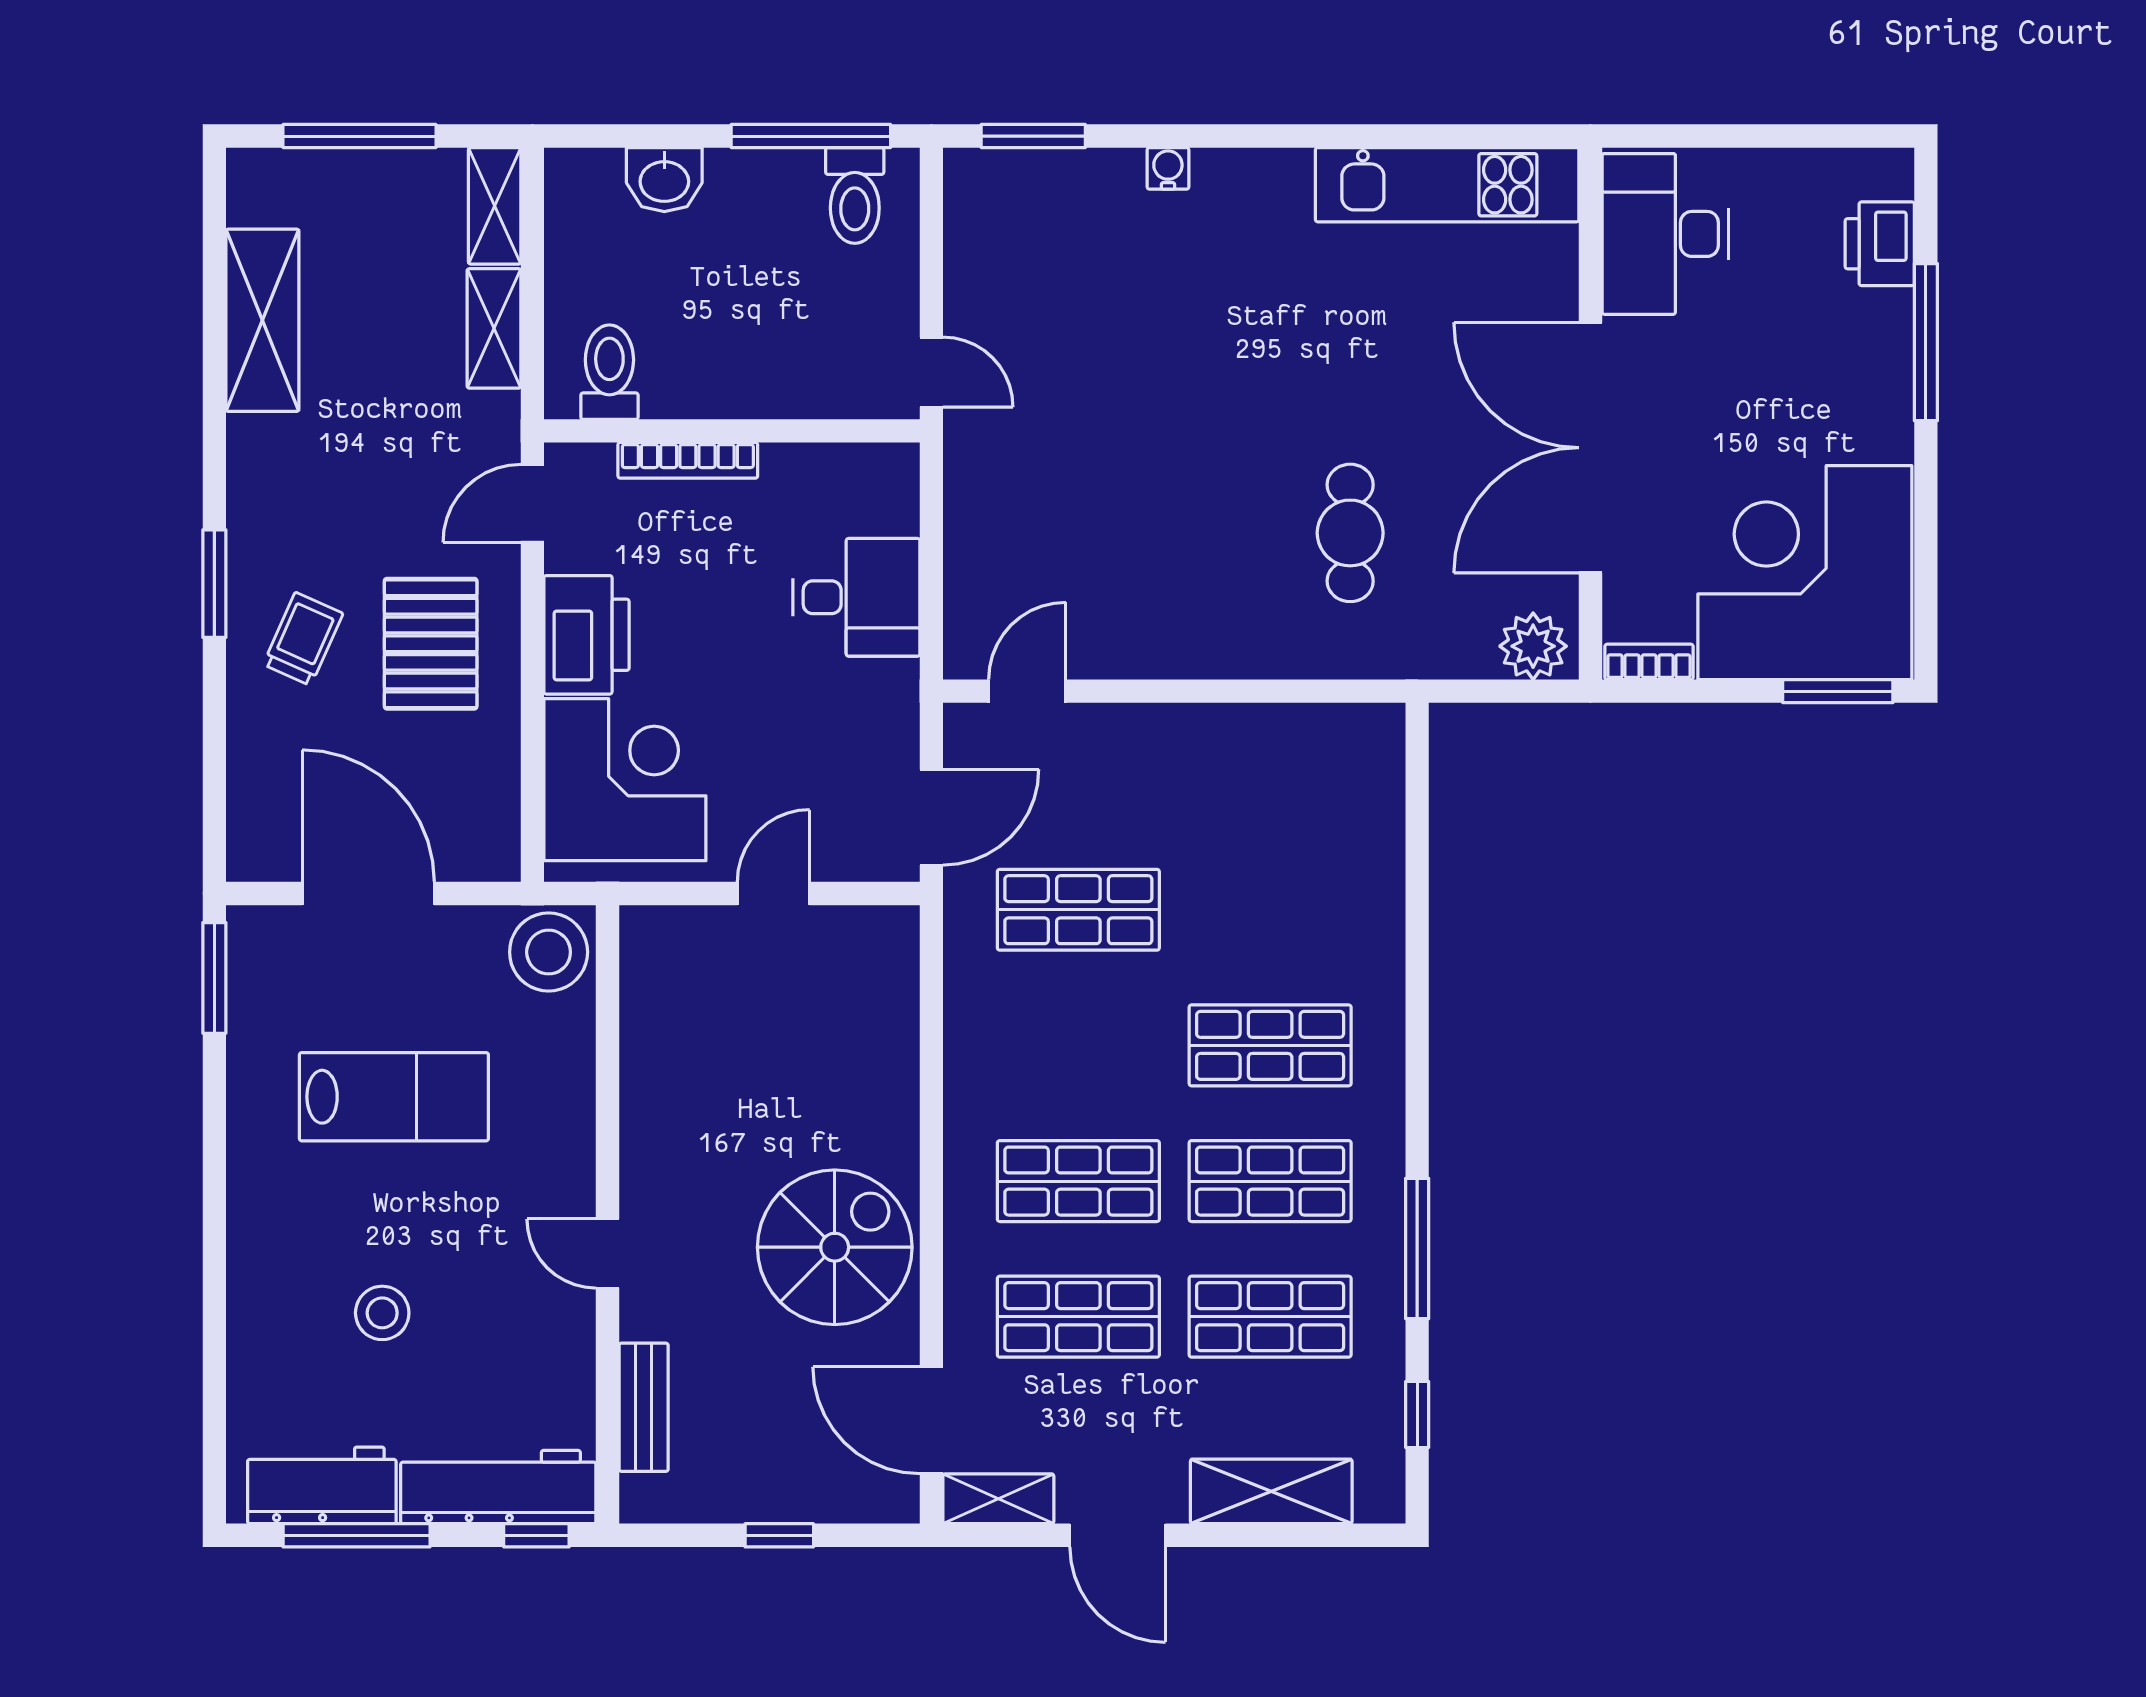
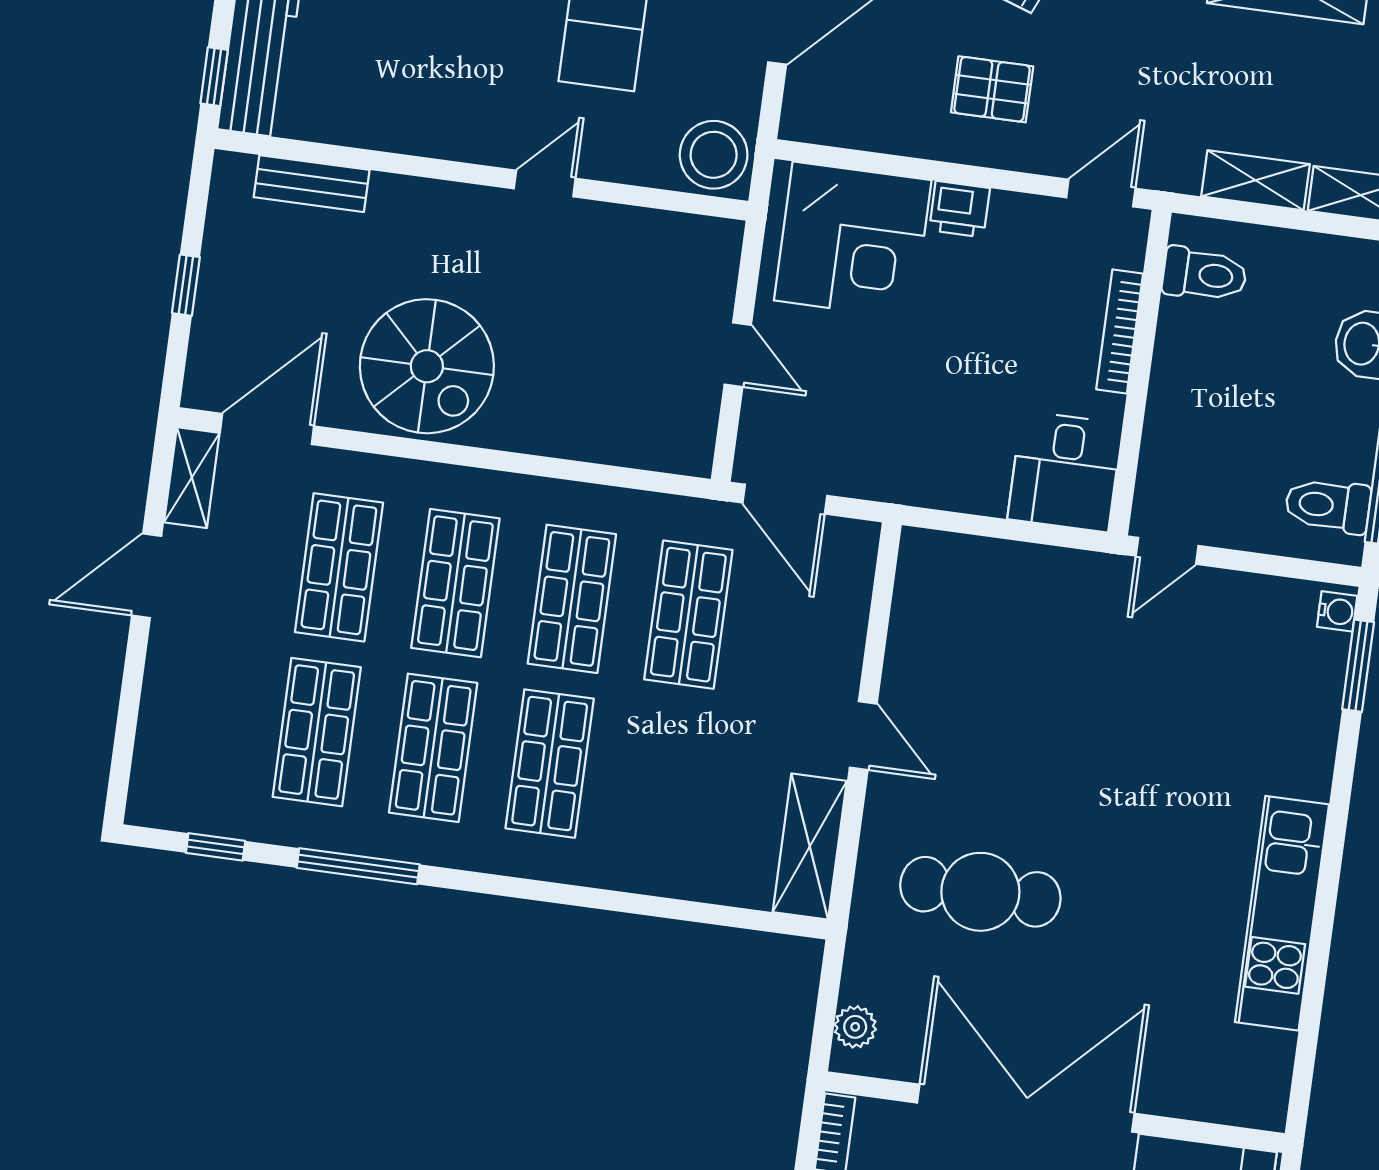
water cooler: (1168, 168) -> (1337, 611), moved
kitchen unit: (1447, 185) -> (1282, 913), moved
door: (532, 503) -> (1101, 193), hinge flipped
cafe table: (1350, 533) -> (980, 892), width x1.37, depth x1.35
desk: (856, 597) -> (1065, 471), moved
printer: (587, 635) -> (959, 209), width x0.53, depth x0.68
pallet: (431, 644) -> (992, 89), width x0.67, depth x0.71
plant: (1533, 646) -> (855, 1027), width x0.73, depth x0.73
door: (1027, 691) -> (863, 736), moved
shop shelf: (1078, 1045) -> (572, 599), added
door: (608, 1253) -> (545, 184), moved
shelving: (1271, 1491) -> (810, 846), moved

